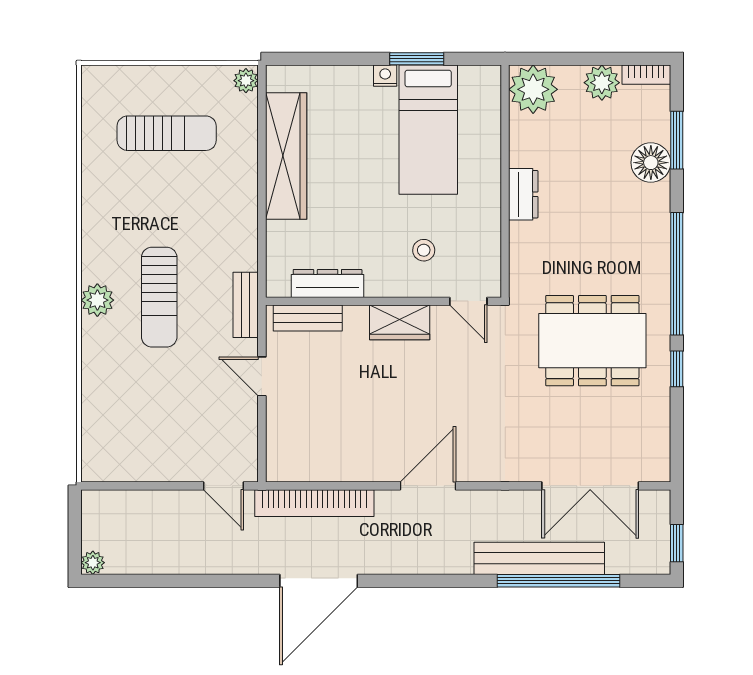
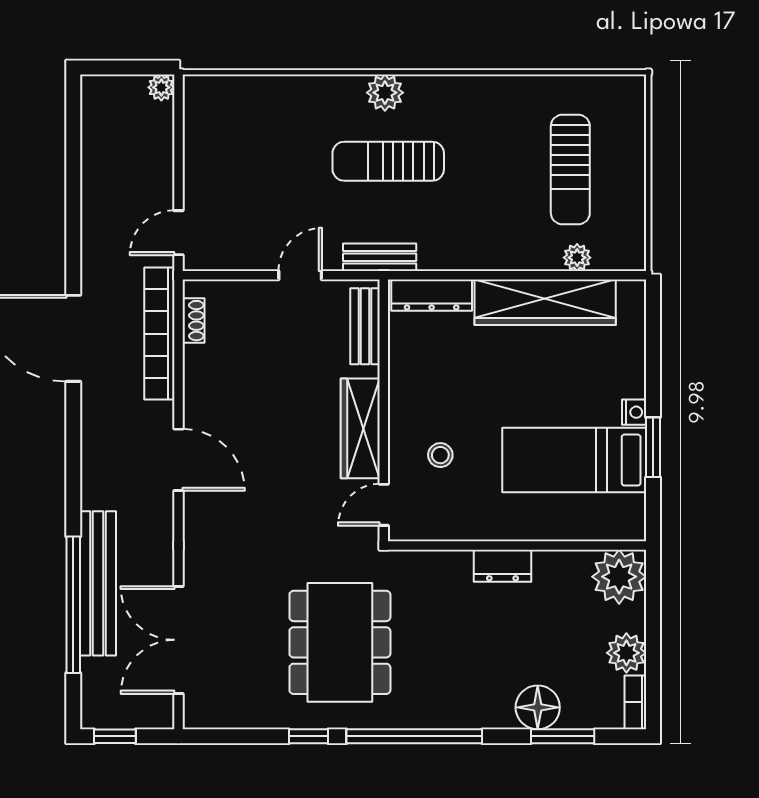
plant: (246, 81) -> (577, 258), moved
dresser: (328, 283) -> (432, 295), moved, turned 90
wardrobe: (400, 322) -> (360, 428), width x1.50
shoe rack: (303, 472) -> (194, 321), added
plant: (93, 563) -> (161, 87), moved

